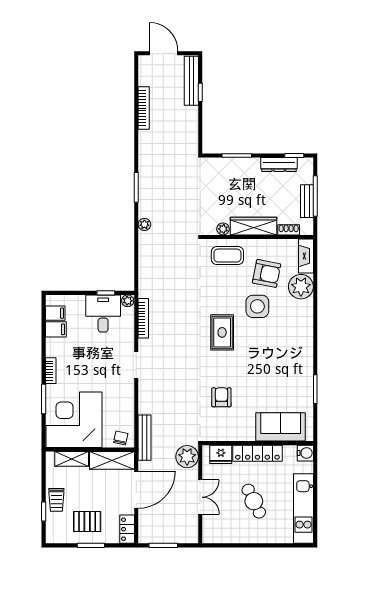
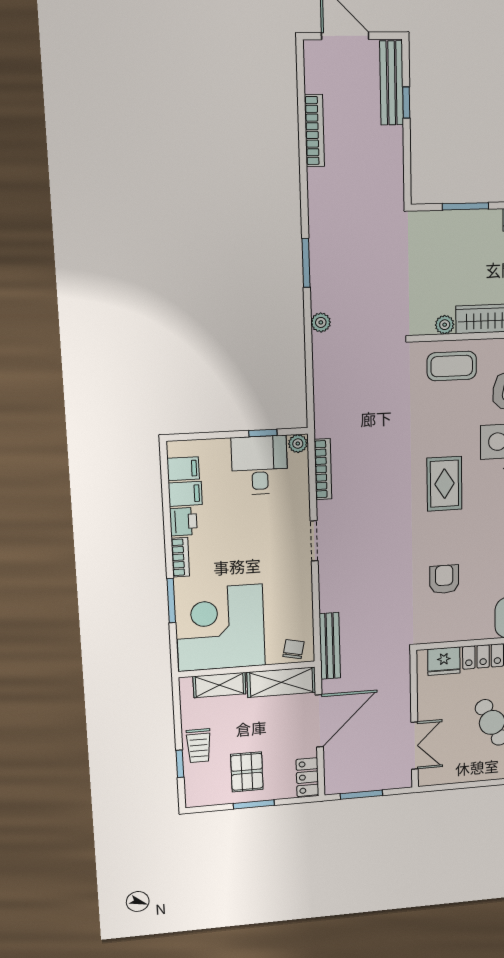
printer: (54, 347) -> (183, 522), added
plant: (187, 457) -> (394, 668), removed
double door: (200, 497) -> (415, 746), moved
pallet: (87, 521) -> (247, 772), turned 90

